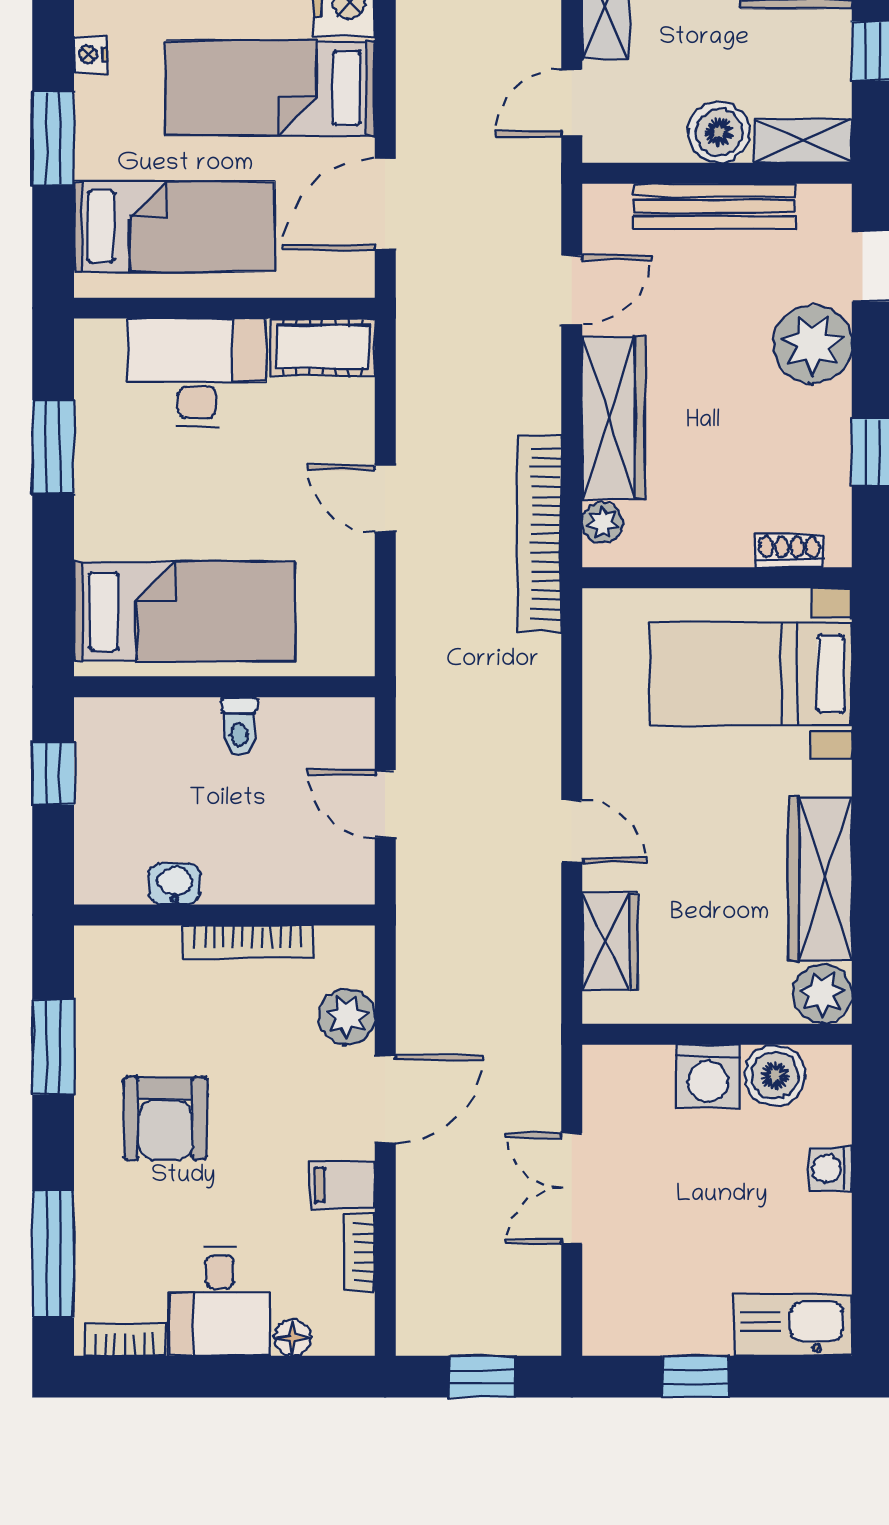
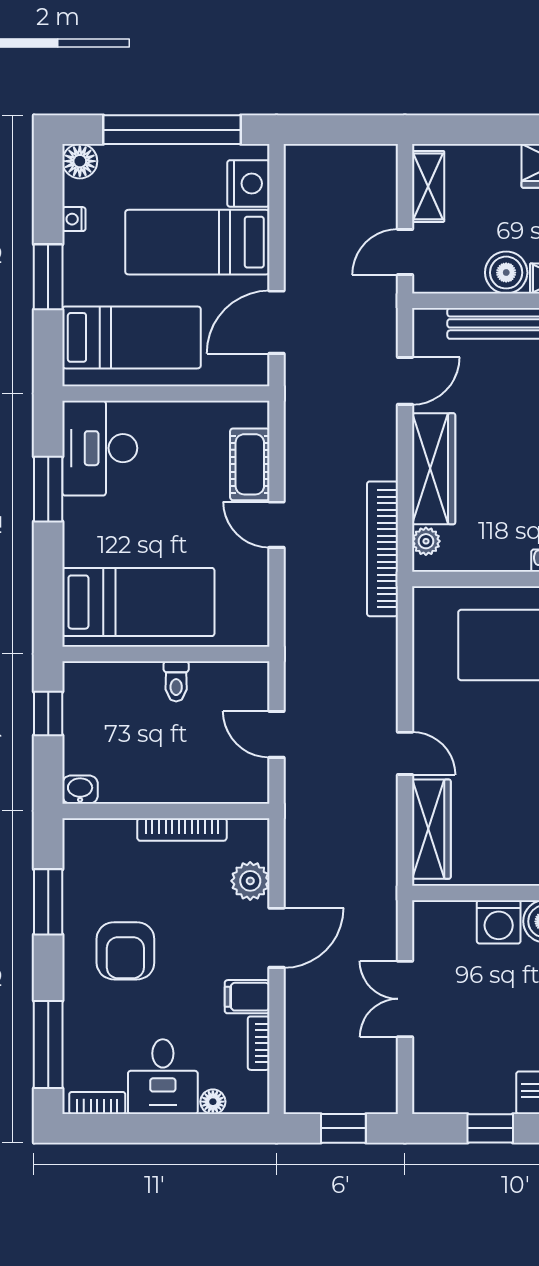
cot: (322, 347) -> (250, 464), moved, turned 90
desk: (197, 373) -> (100, 448), moved, turned -90
washbasin: (174, 884) -> (80, 790), moved
wardrobe: (610, 941) -> (431, 829), width x1.50

